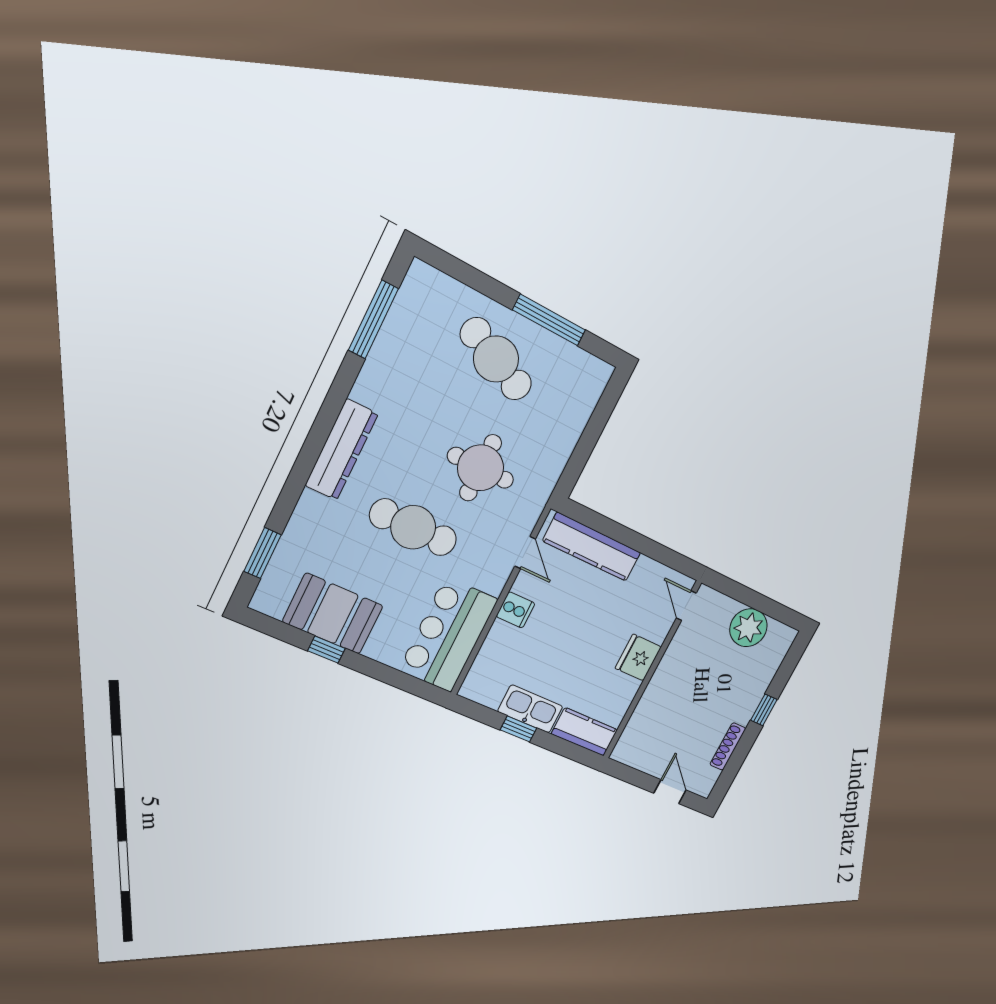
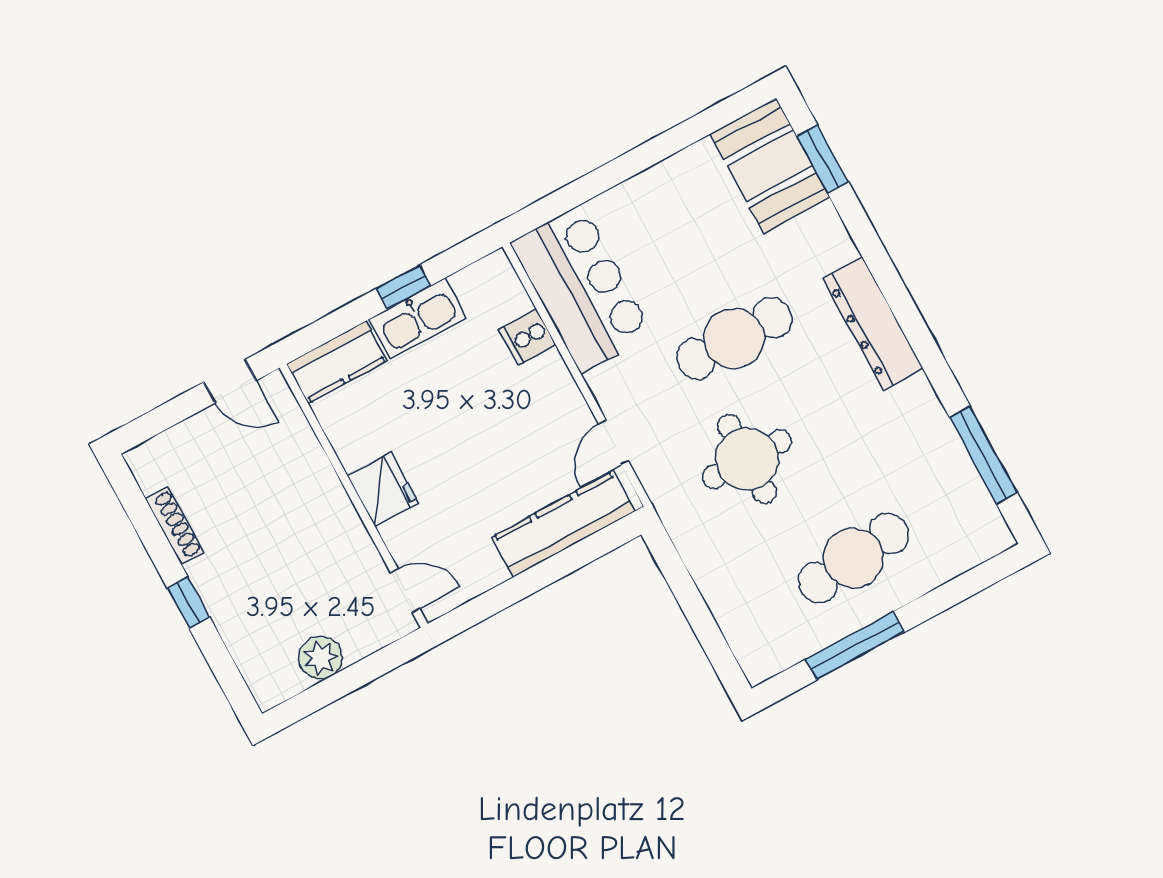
cafe table: (496, 359) -> (853, 558), turned -30
door: (525, 553) -> (613, 443), hinge flipped
cooker: (516, 610) -> (527, 337), moved
booth: (333, 614) -> (770, 166), moved, turned 90
plant: (748, 628) -> (320, 658), width x0.73, depth x0.73
window: (327, 650) -> (666, 145), removed
door: (670, 792) -> (230, 381), moved

